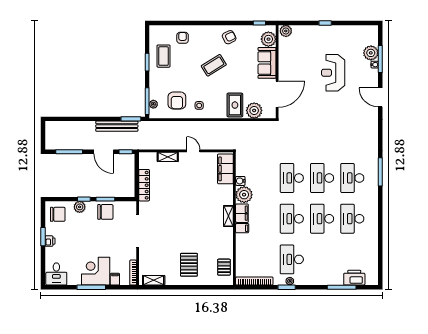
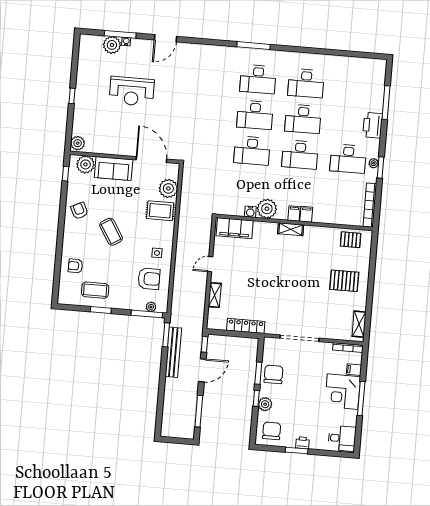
filing cabinet: (242, 213) -> (294, 213), width x0.50
printer: (354, 278) -> (373, 125), moved

